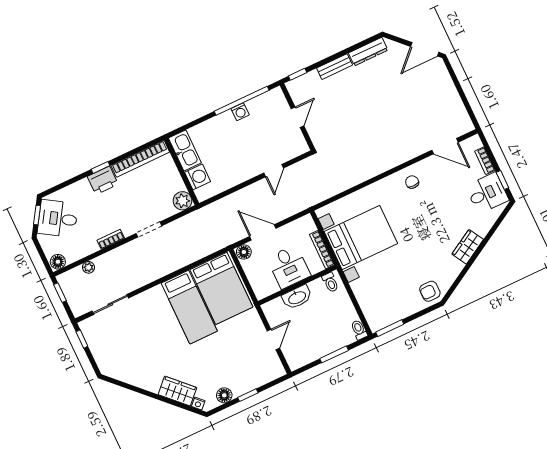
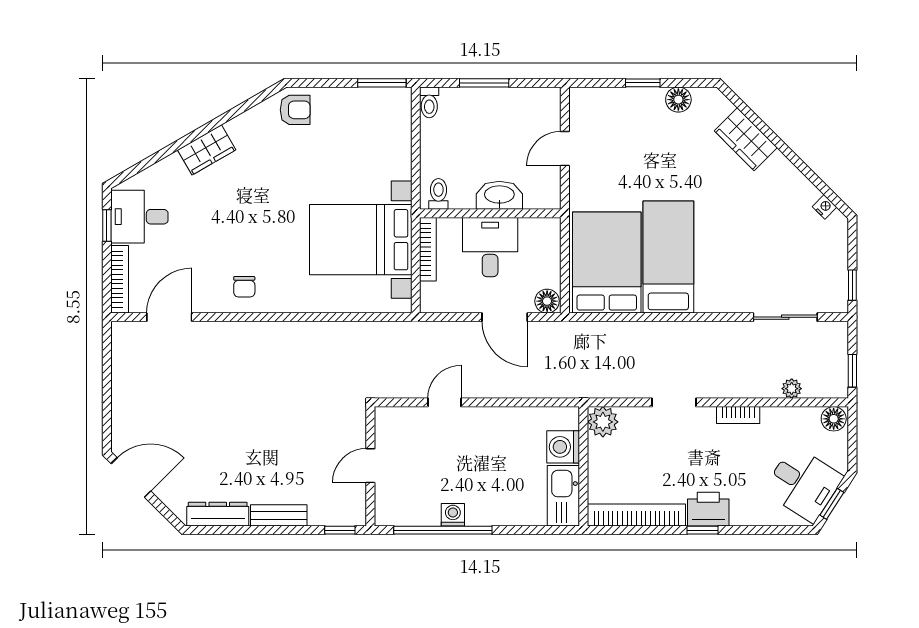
door: (445, 146) -> (169, 317), hinge flipped
bookcase: (485, 161) -> (120, 279), width x1.56
nightstand: (198, 404) -> (825, 207), moved

